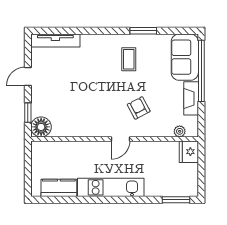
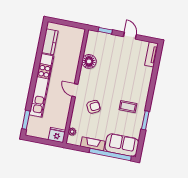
tv unit: (55, 40) -> (152, 54), width x0.71
floor lamp: (41, 127) -> (89, 61), moved
kitchen unit: (111, 187) -> (42, 85), width x1.36

